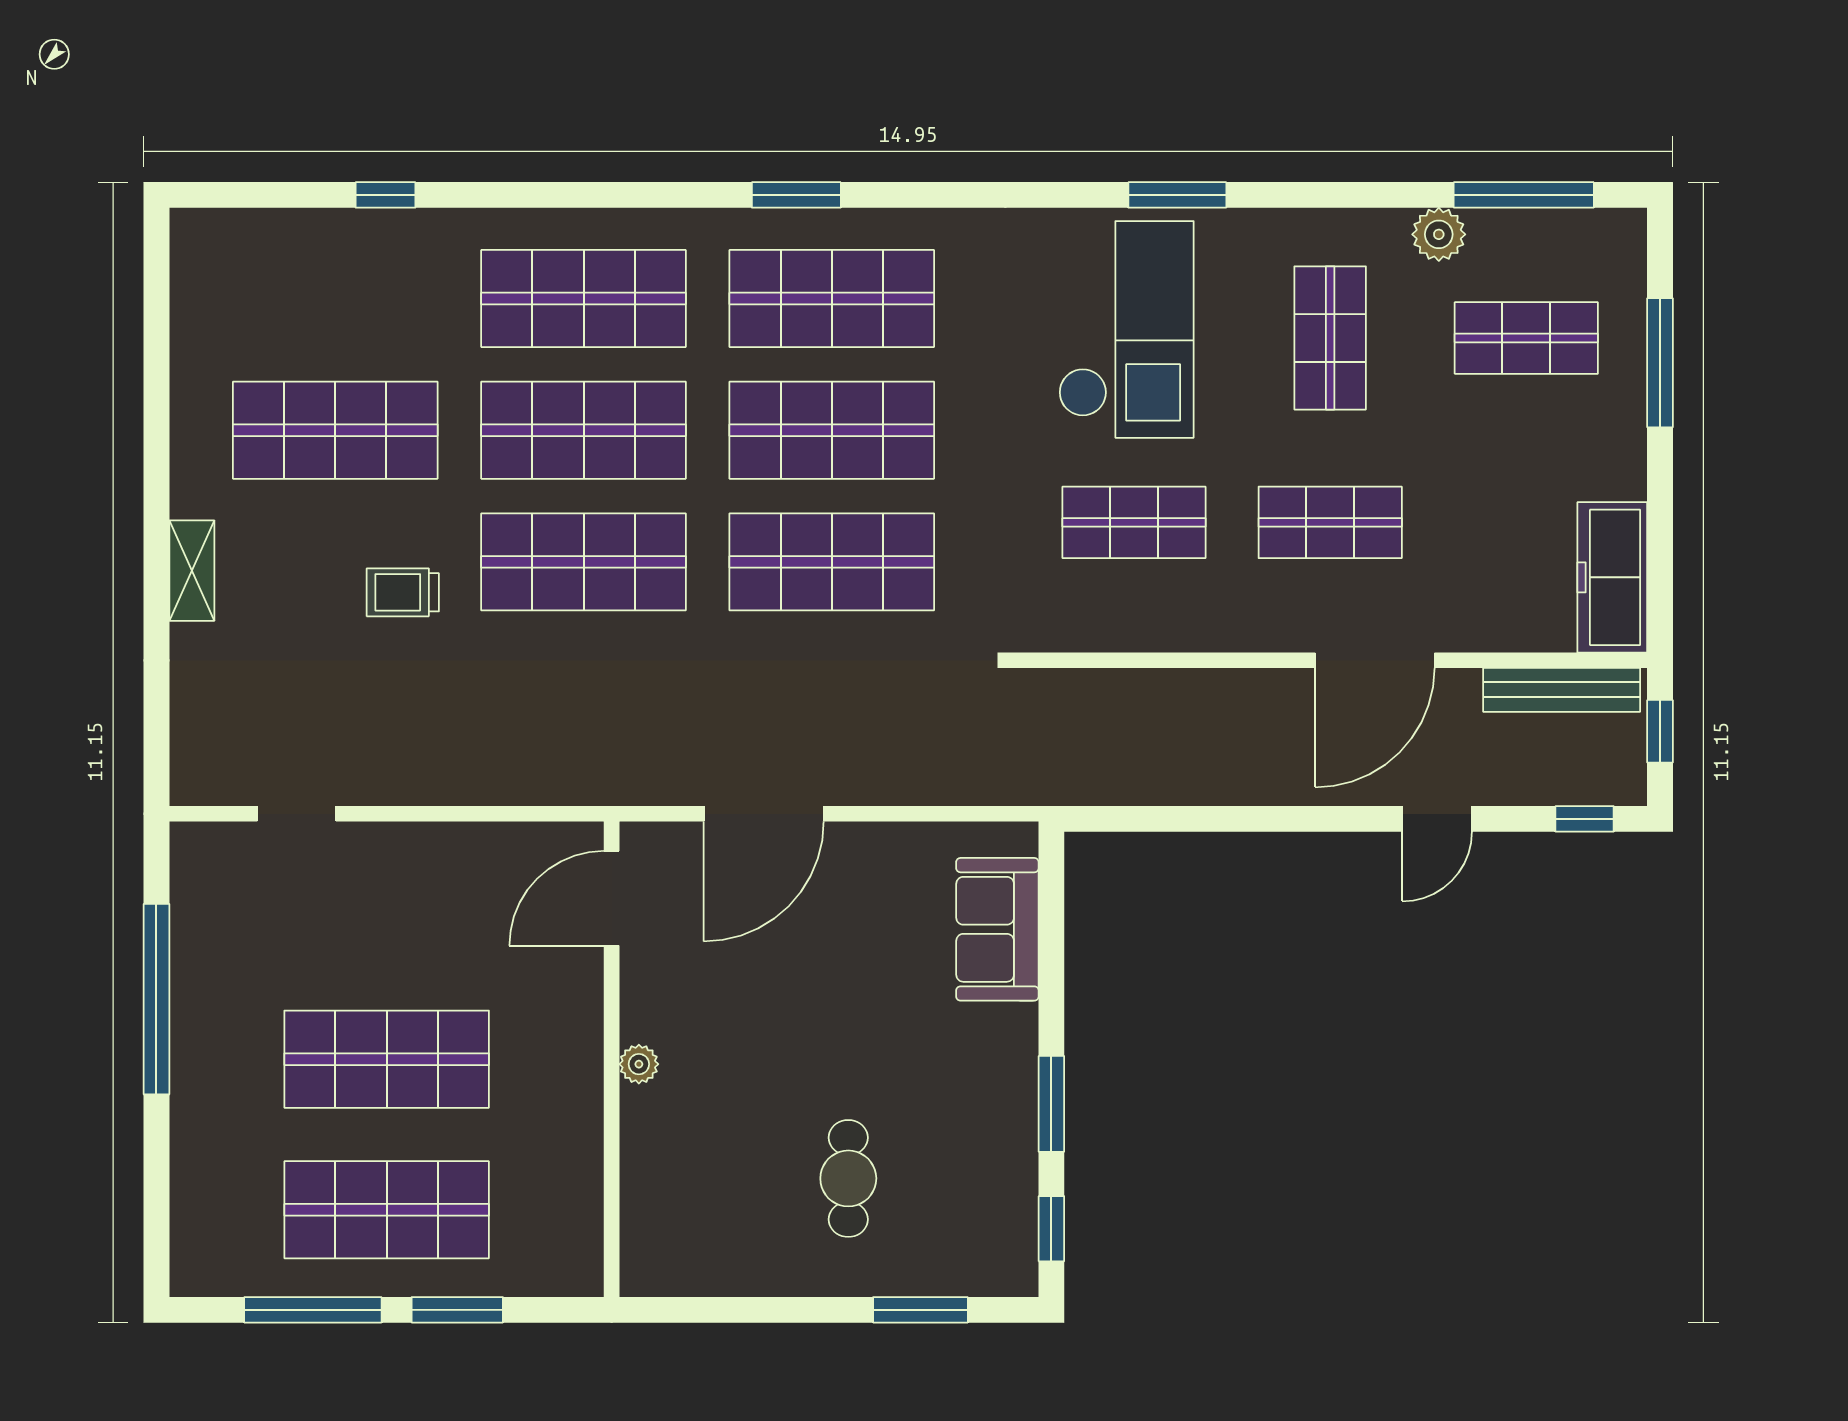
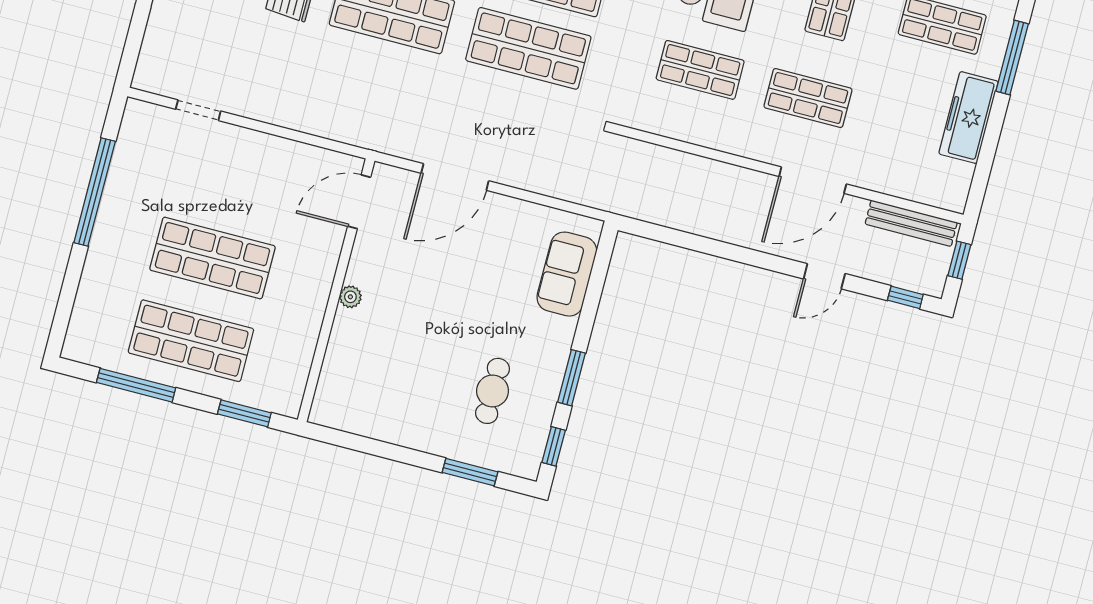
freezer: (1612, 577) -> (968, 118), moved
cafe table: (848, 1178) -> (493, 391), moved
window: (457, 1310) -> (244, 413), moved

